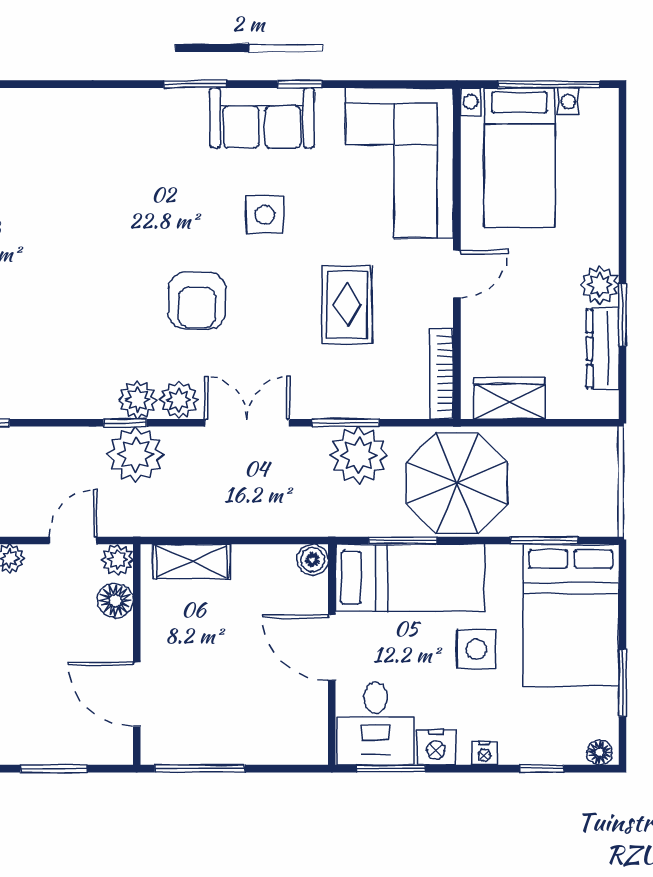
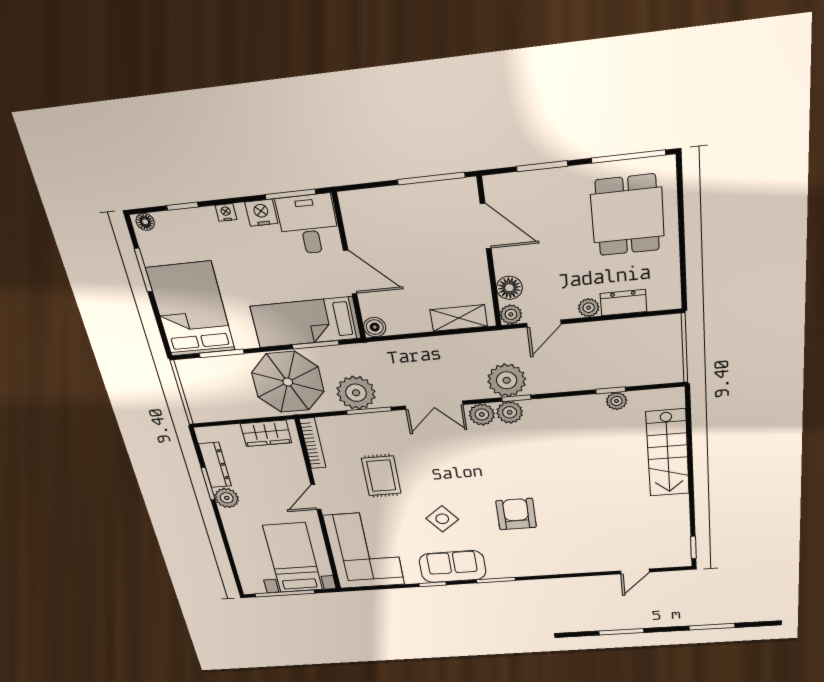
side table: (265, 215) -> (442, 519), turned -38
armchair: (197, 301) -> (516, 514), moved
side table: (476, 649) -> (249, 281), removed

